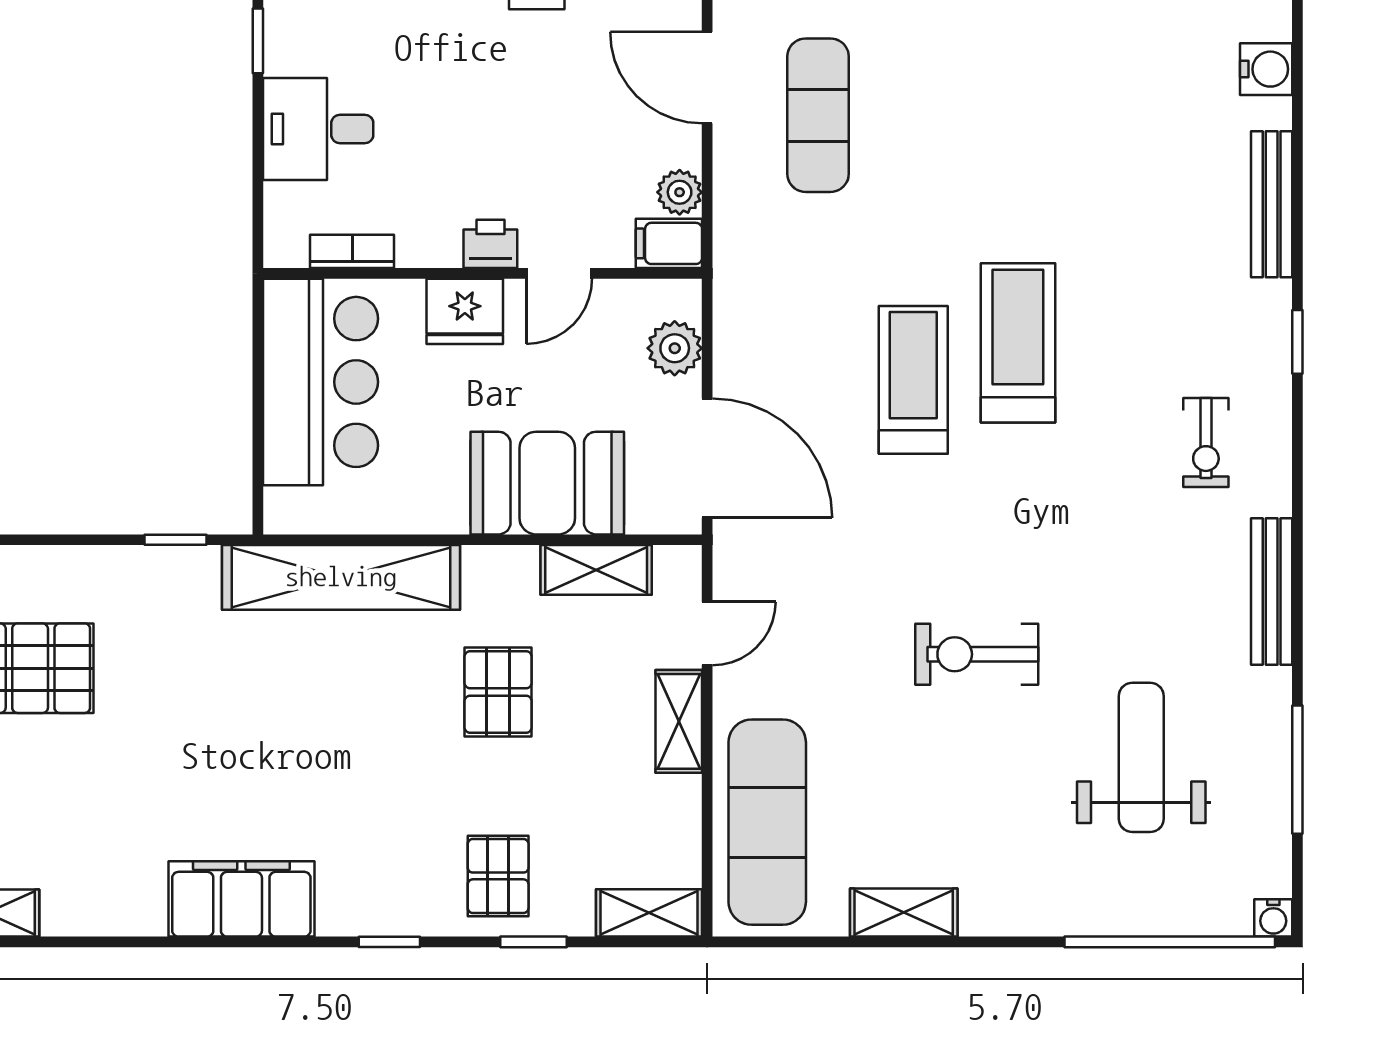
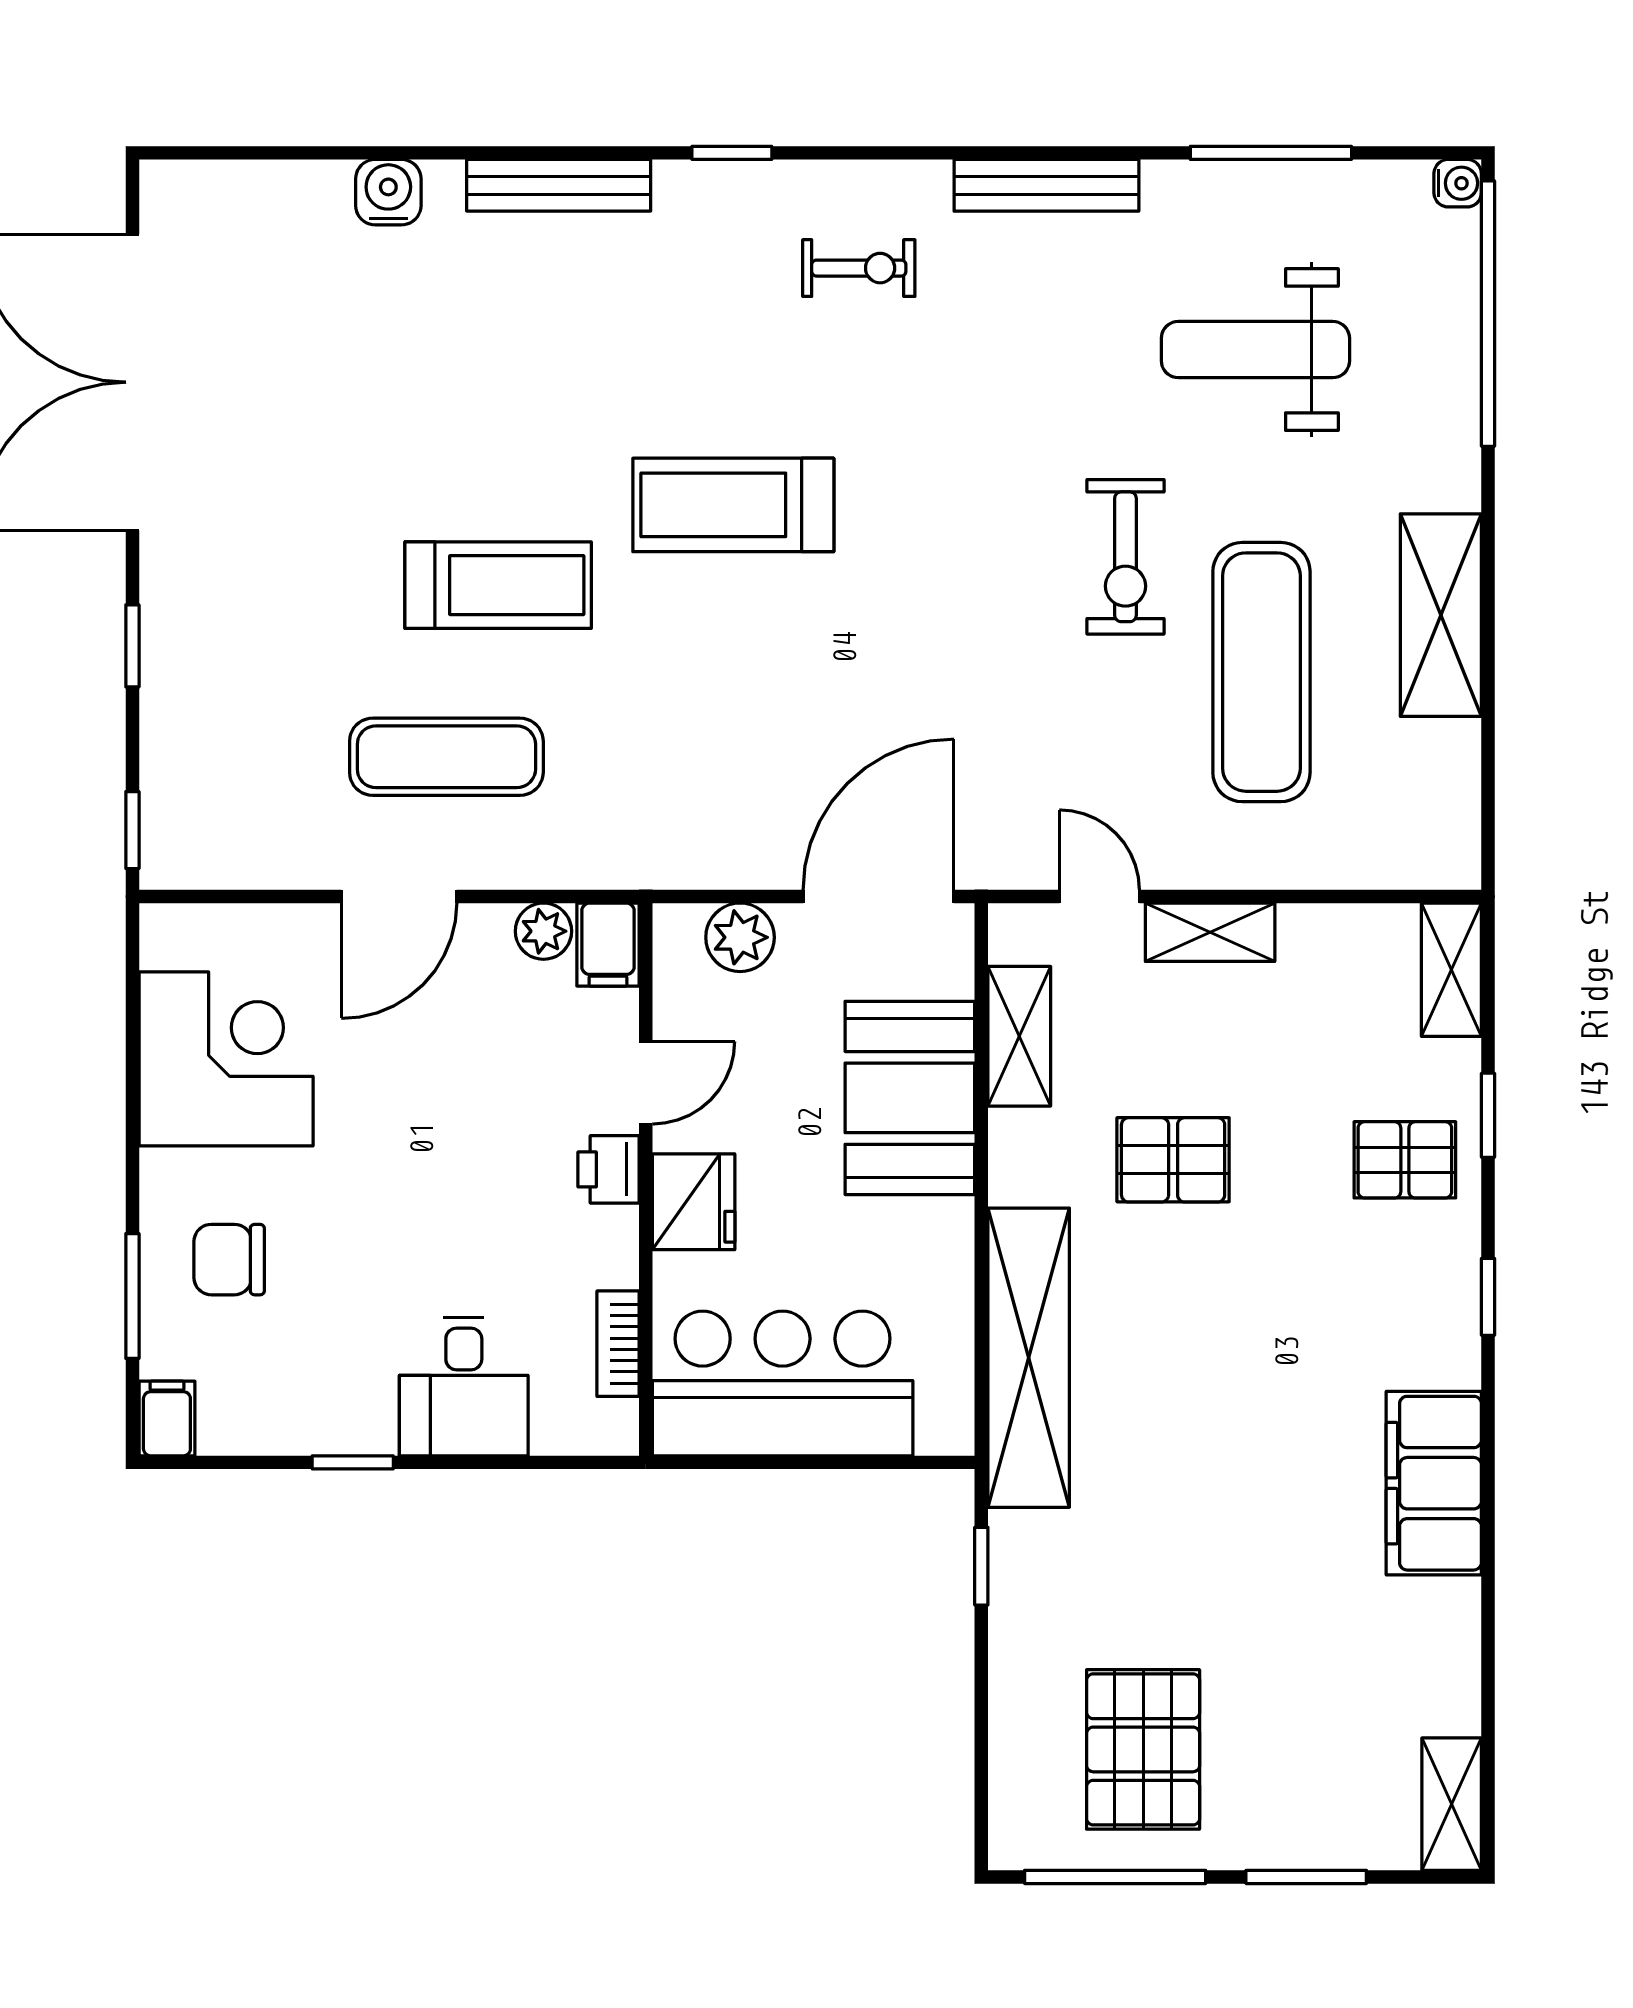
door: (559, 273) -> (646, 1083), hinge flipped
treadmill: (913, 380) -> (498, 585), moved, turned 180
exercise mat: (767, 822) -> (1261, 672), moved, turned 90
shelving: (904, 913) -> (1441, 615), width x1.50, depth x1.33

